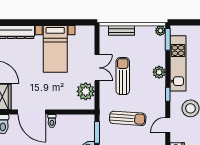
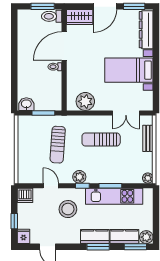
window: (168, 39) -> (110, 186), moved
double door: (97, 68) -> (126, 113), moved
plant: (159, 72) -> (79, 177), moved
sun lounger: (123, 76) -> (101, 139), turned 180

